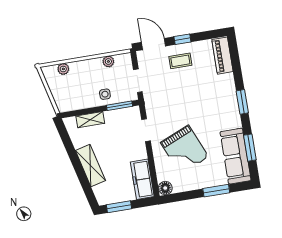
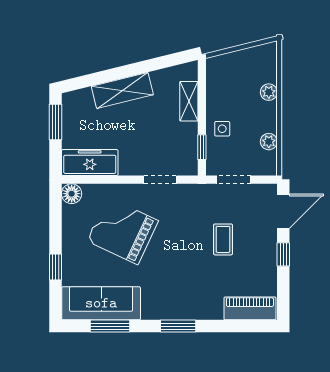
coffee table: (180, 61) -> (223, 239), moved
plant: (63, 69) -> (269, 92), moved
window: (120, 106) -> (202, 147), width x0.67
grand piano: (185, 150) -> (122, 231), turned 48
window: (216, 191) -> (55, 267), width x0.67

